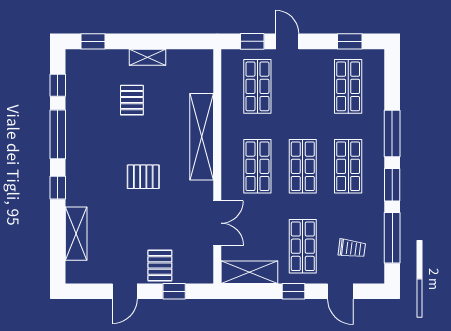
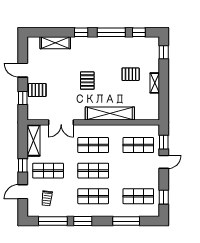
window: (392, 134) -> (126, 221), moved

